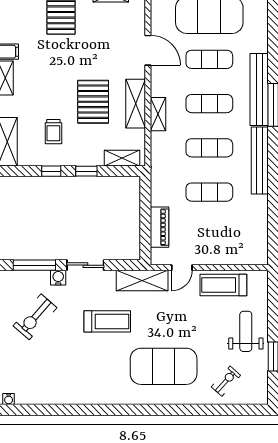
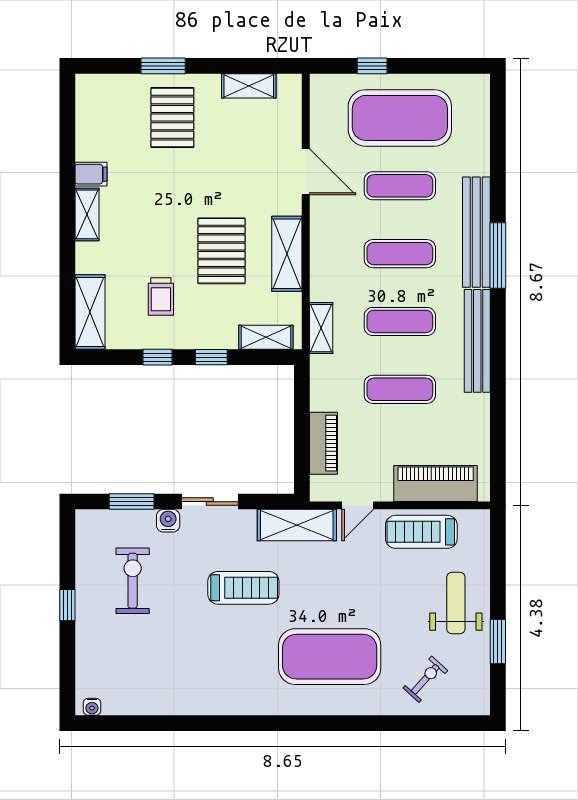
shelving: (158, 114) -> (321, 328), moved
piano: (233, 253) -> (436, 483), added
window: (34, 265) -> (132, 502), width x0.69
exercise bike: (35, 317) -> (133, 581), turned 139

